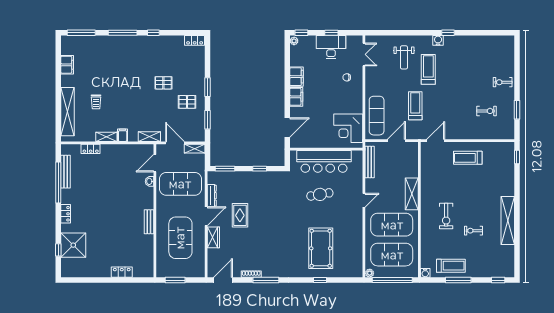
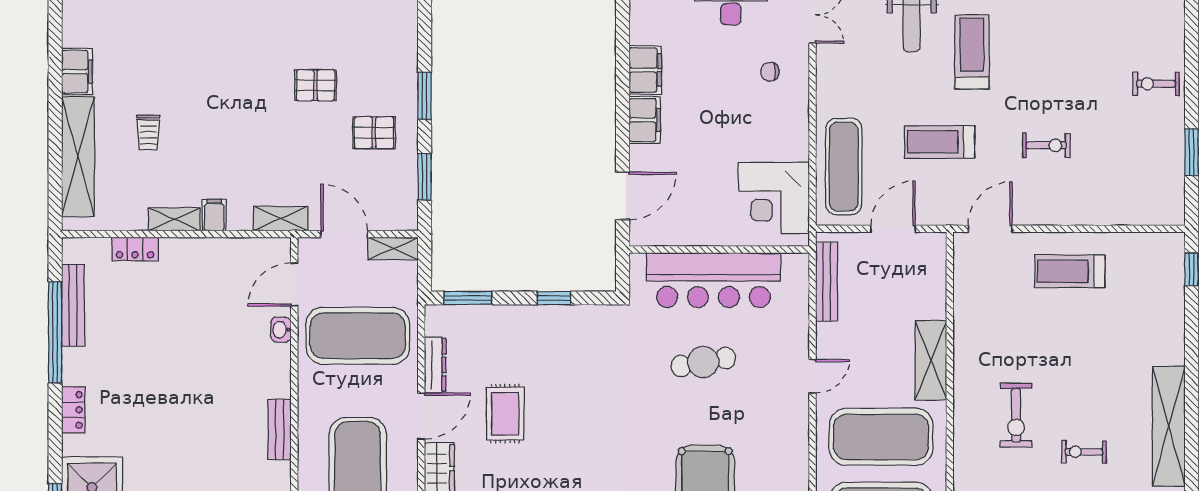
filing cabinet: (67, 65) -> (77, 72), moved
treadmill: (415, 106) -> (940, 142), turned -90
exercise bike: (487, 111) -> (1046, 145), moved

